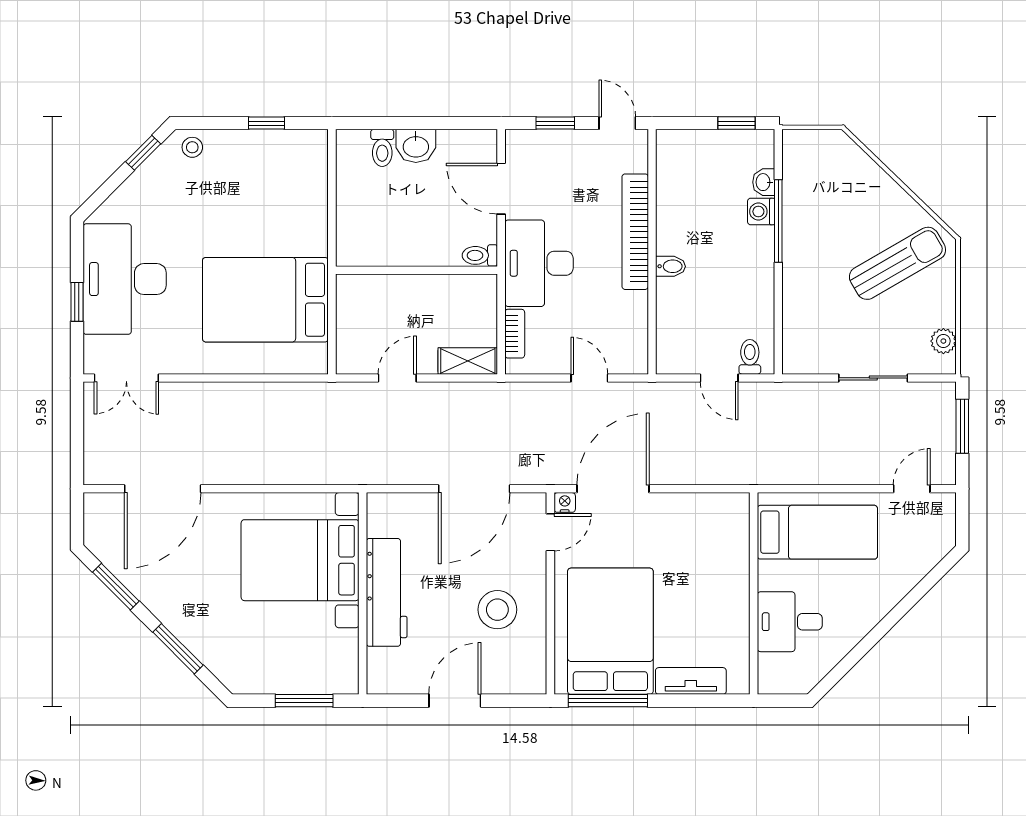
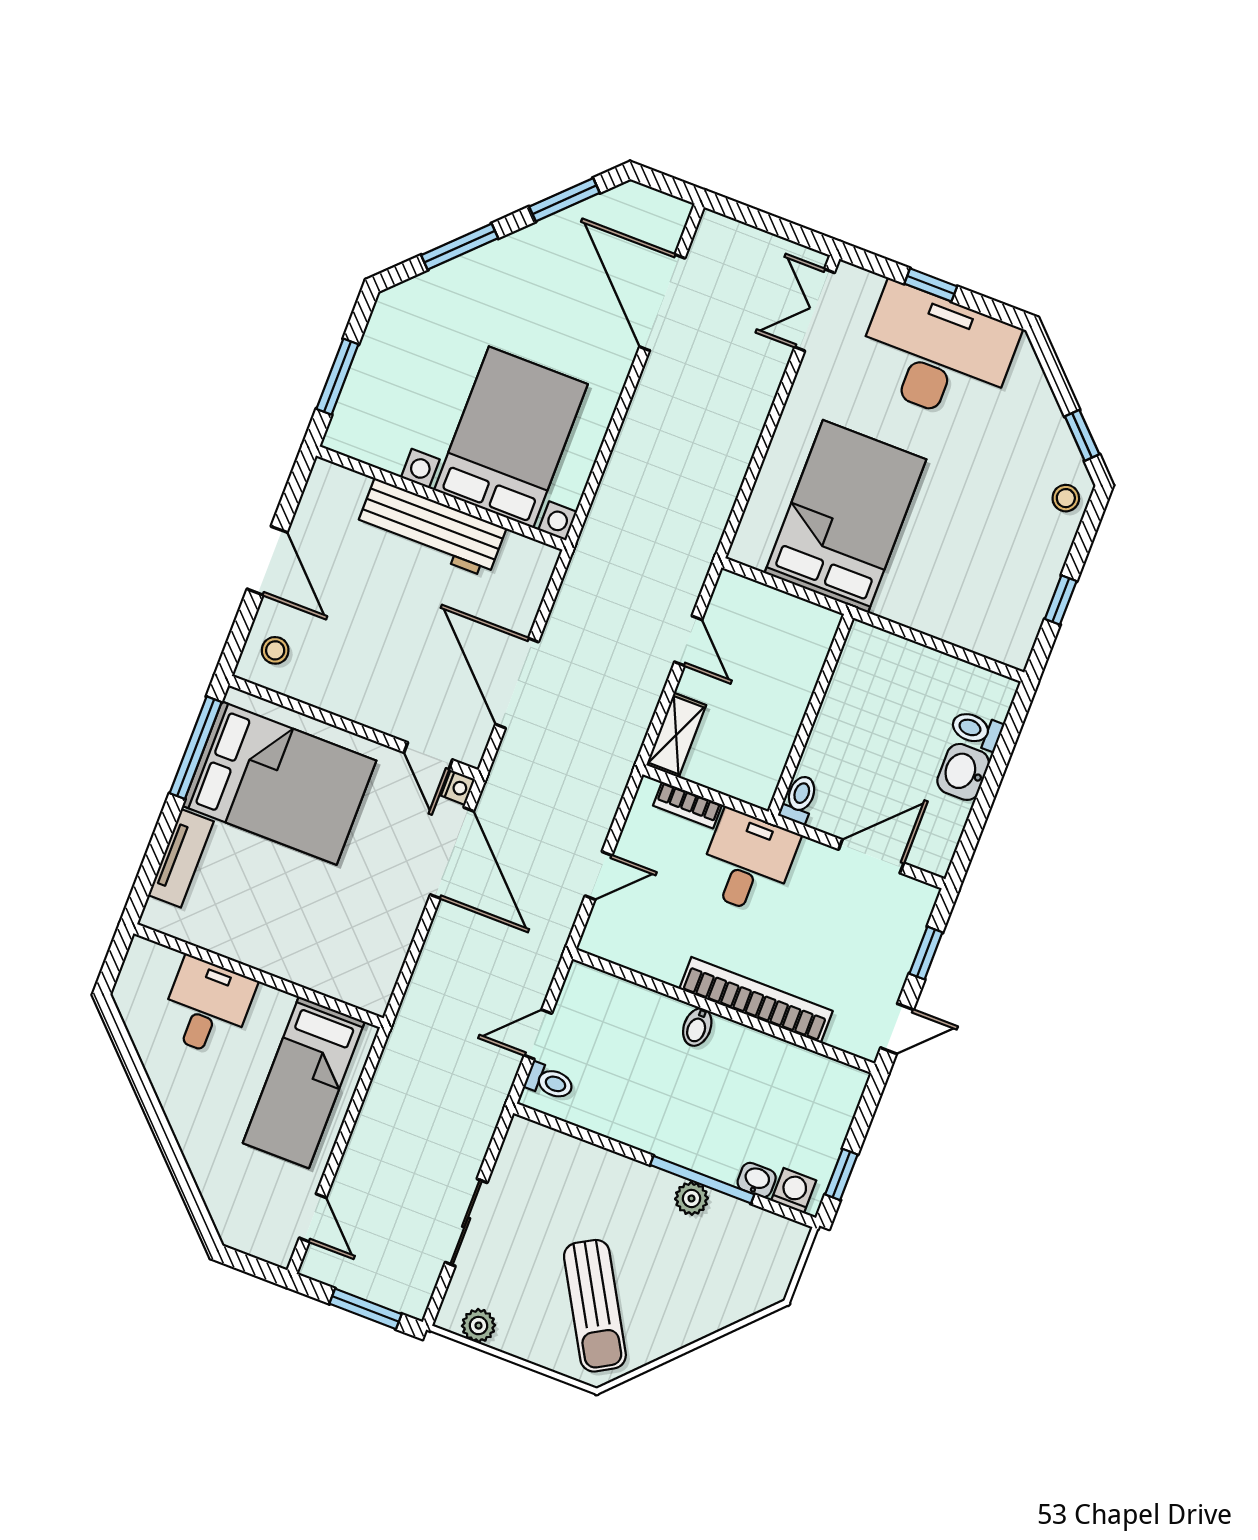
washing machine: (761, 212) -> (794, 1191), moved
plant: (795, 224) -> (691, 1198), added
desk: (539, 263) -> (748, 862), width x0.73
stool: (497, 610) -> (275, 650), moved, width x0.53, depth x0.53

